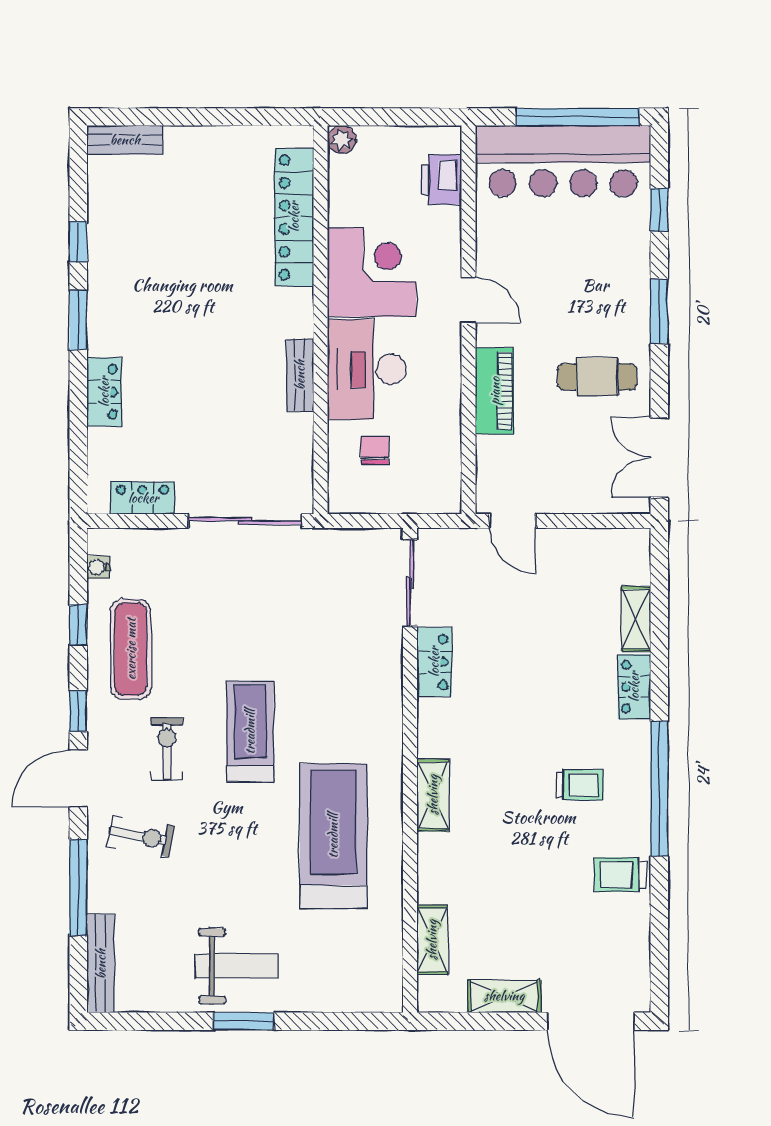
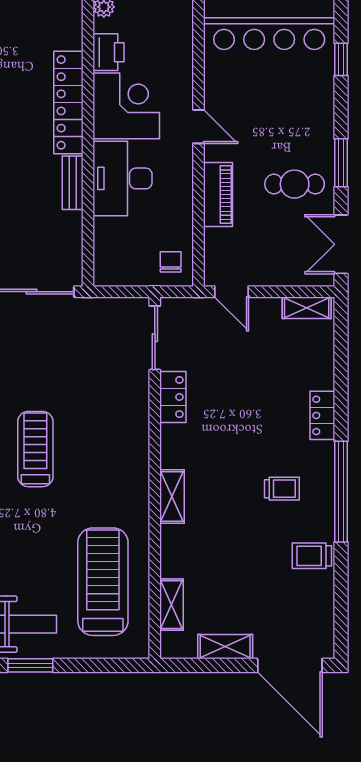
printer: (441, 180) -> (108, 52), moved, turned 180
locker: (294, 217) -> (68, 102), moved
window: (659, 311) -> (341, 163), moved
chair: (375, 450) -> (171, 262), moved
shelving: (636, 619) -> (307, 308), moved, turned 90
treadmill: (333, 836) -> (103, 582), moved

